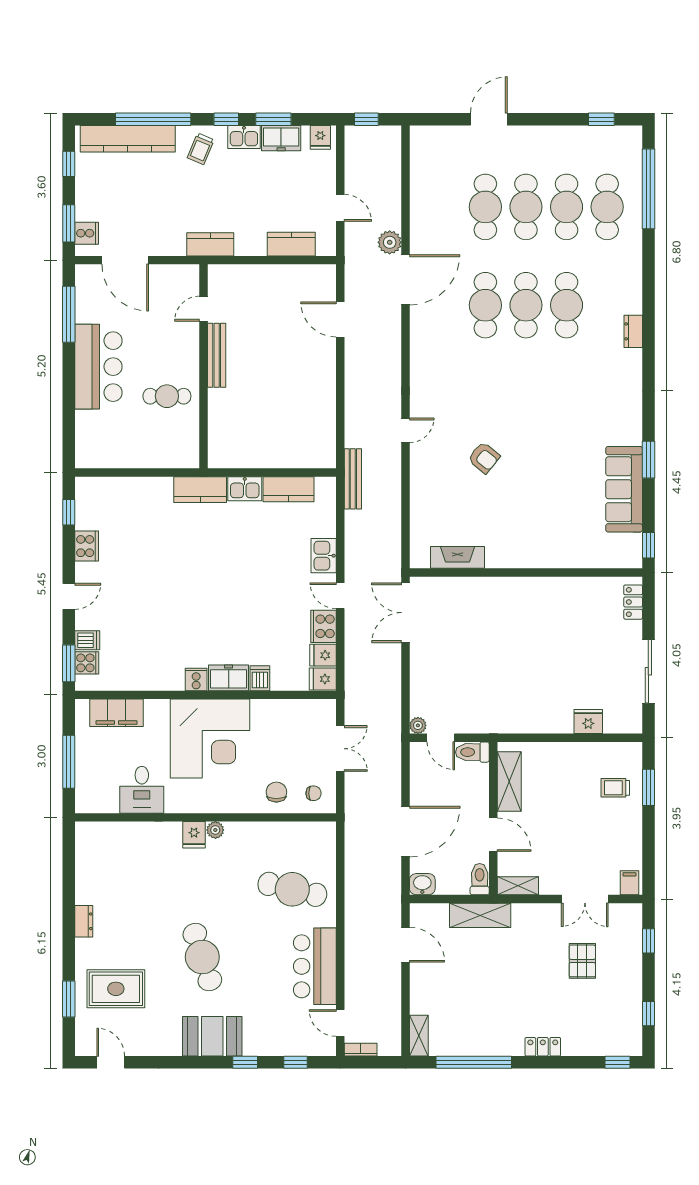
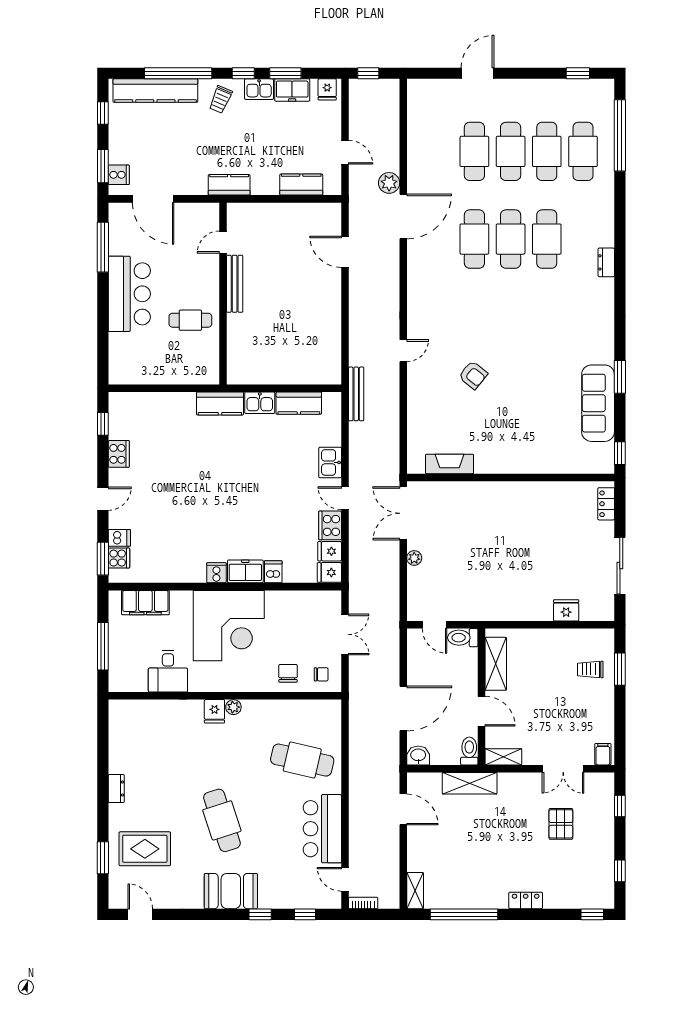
plant: (418, 725) -> (414, 558), moved

